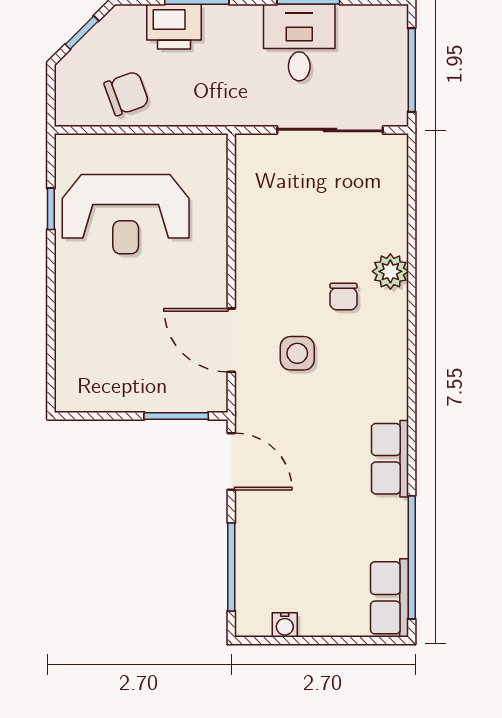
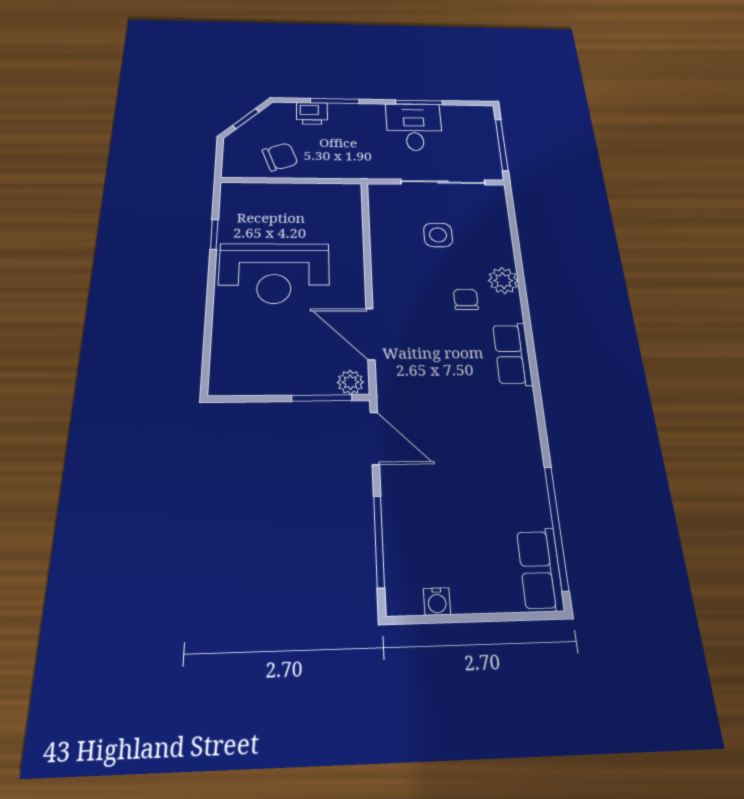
printer: (174, 27) -> (312, 113), width x0.73, depth x0.81
reception desk: (126, 214) -> (274, 273), moved
chair: (344, 296) -> (466, 299), turned 180
side table: (297, 353) -> (438, 235), moved
plant: (207, 398) -> (350, 382), added
row of seats: (390, 459) -> (512, 354), moved

